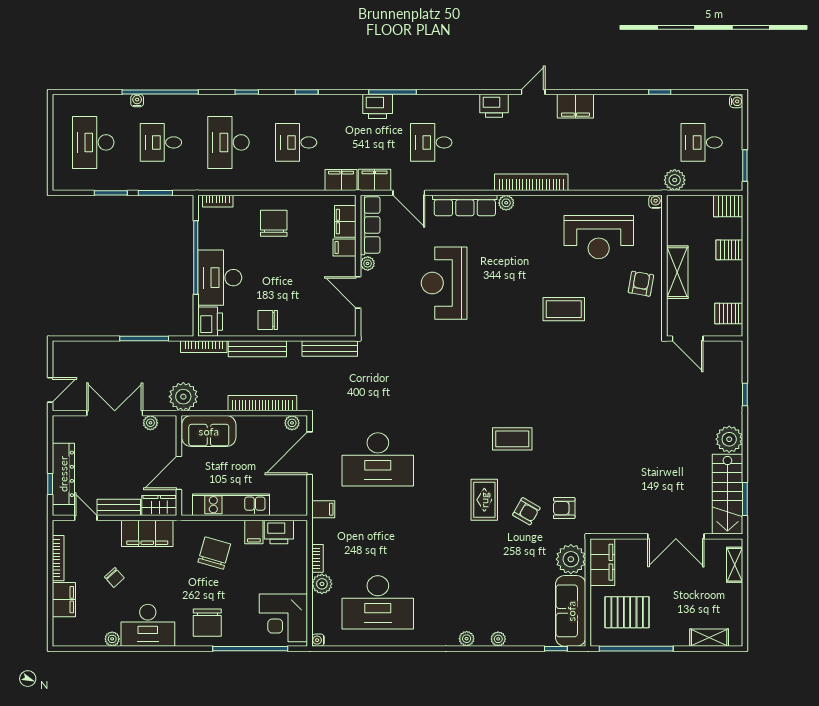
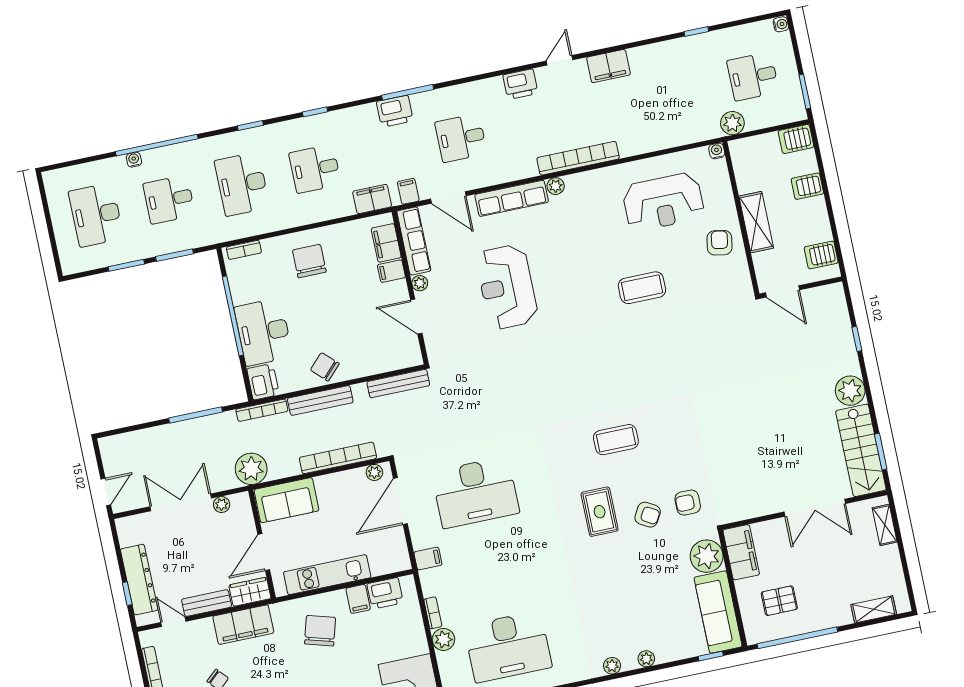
filing cabinet: (375, 180) -> (408, 191), width x0.50
chair: (268, 320) -> (325, 367), turned 44
pallet: (627, 612) -> (779, 601), width x0.67, depth x0.71

